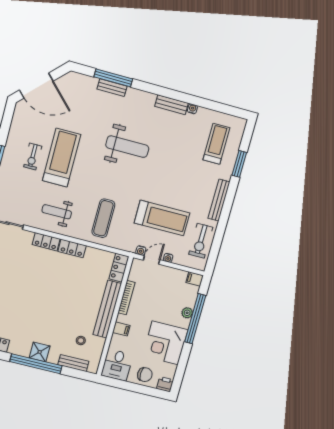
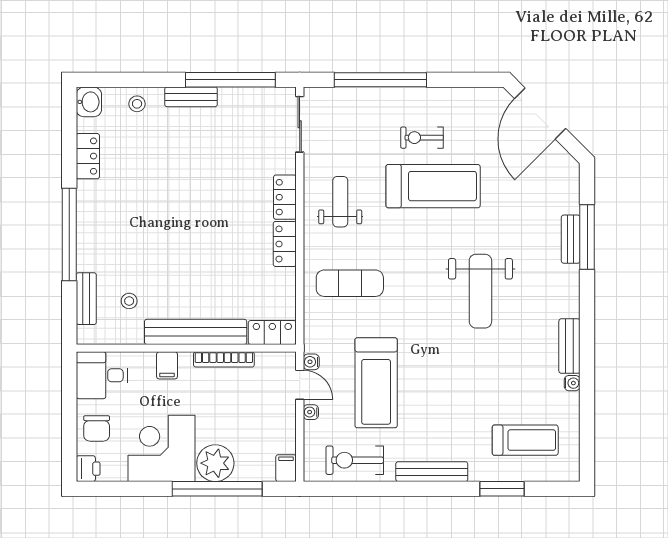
plant: (187, 313) -> (215, 463), width x1.87, depth x1.87
shower: (40, 352) -> (91, 236), removed

